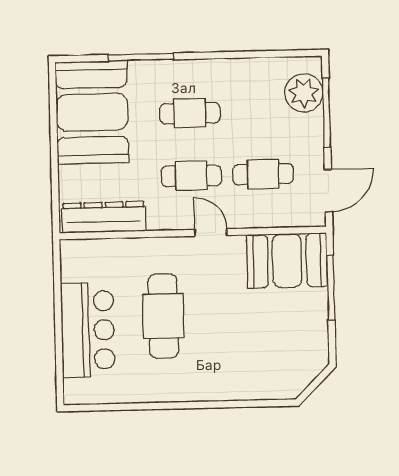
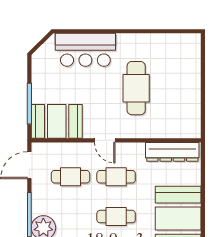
bar counter: (88, 330) -> (85, 50), moved, turned -90

